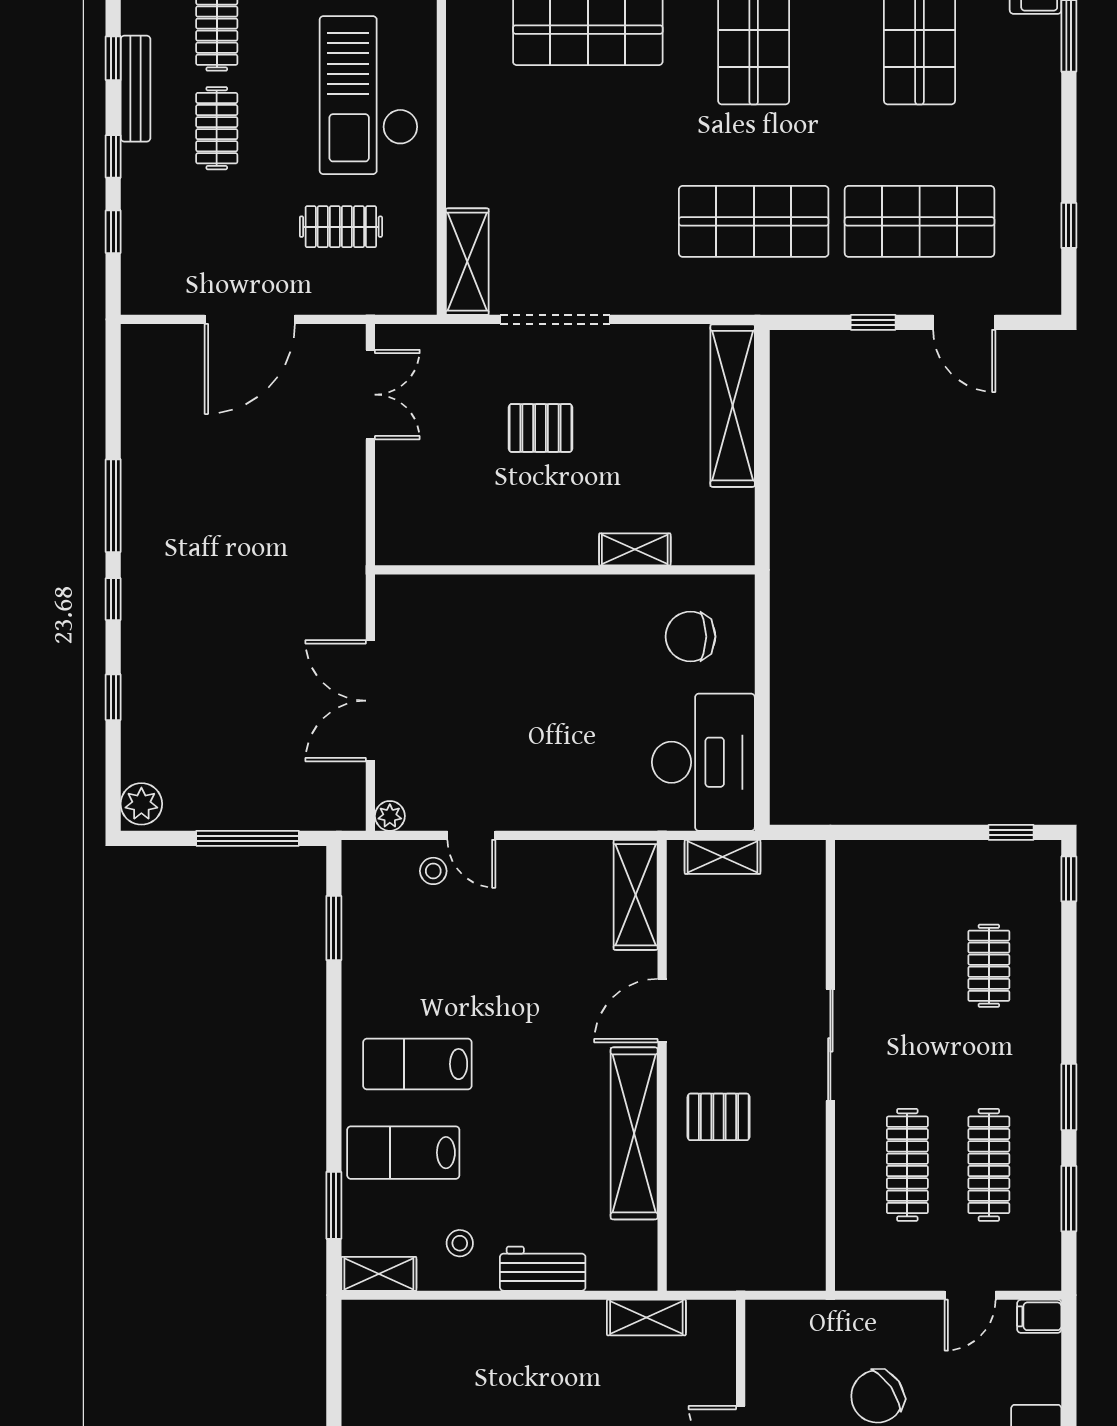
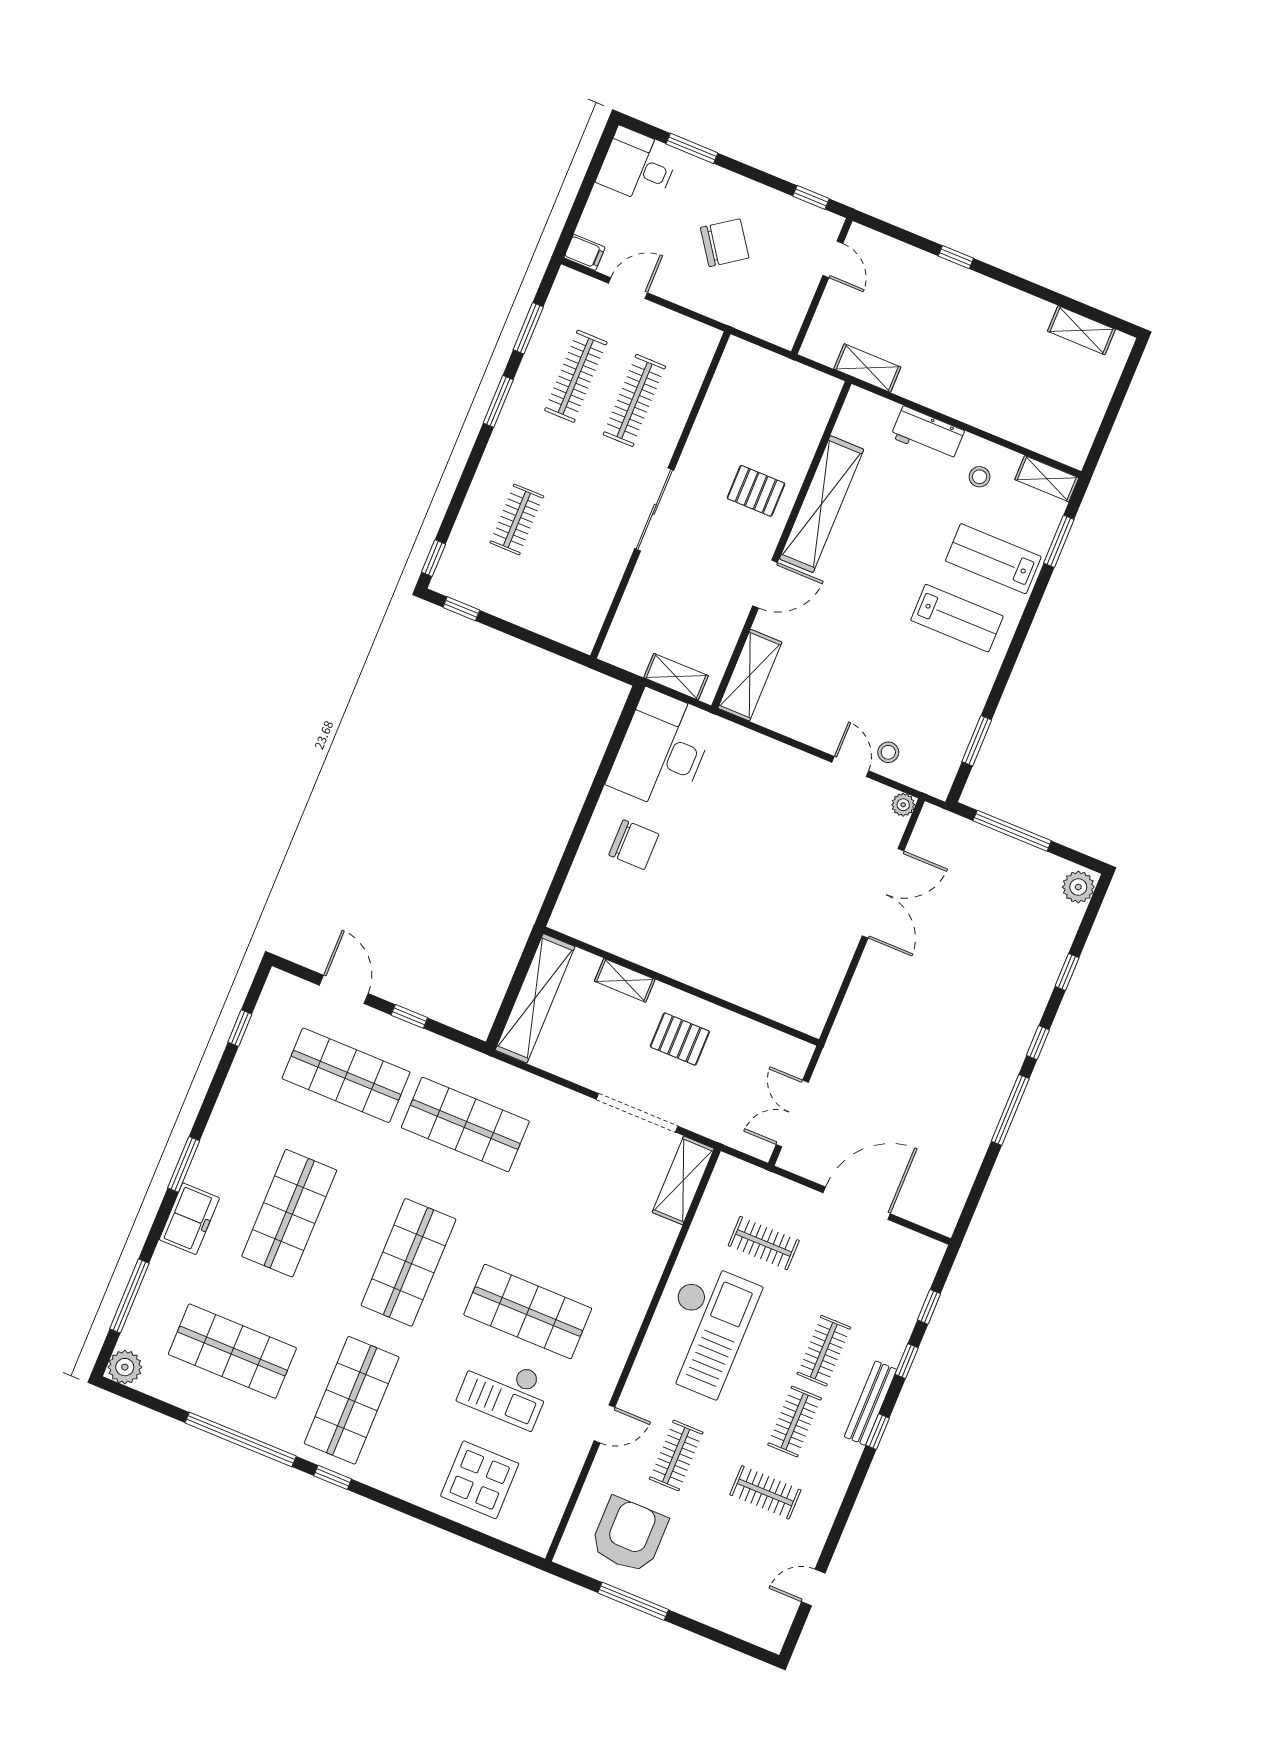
shelving: (635, 549) -> (625, 980), moved
wall: (565, 570) -> (681, 986), moved
lab bench: (403, 1153) -> (993, 559), turned 180

